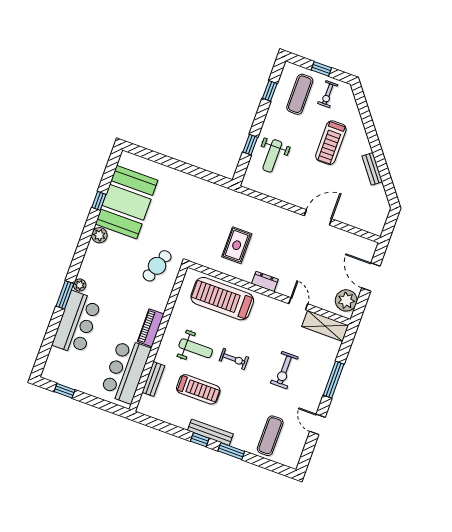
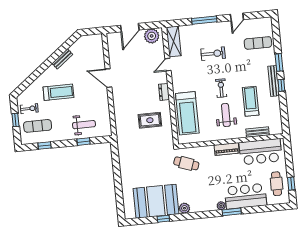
cafe table: (74, 372) -> (277, 184), added

